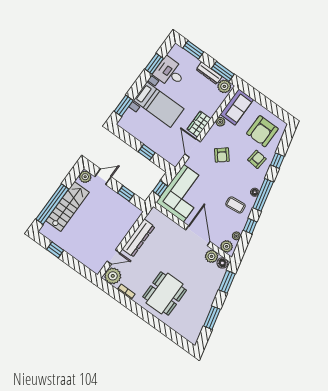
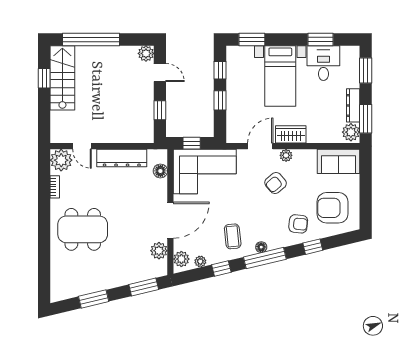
plant: (220, 122) -> (286, 155), moved
window: (128, 139) -> (220, 70), added
stairs: (67, 207) -> (62, 78), moved, turned -90
floor lamp: (222, 263) -> (160, 171), moved

